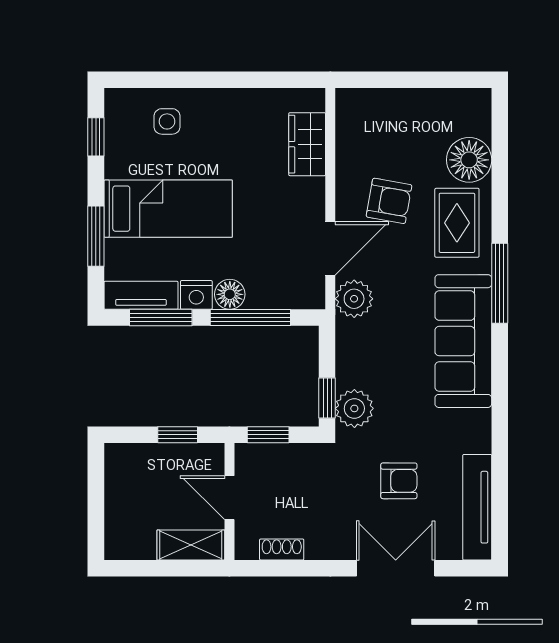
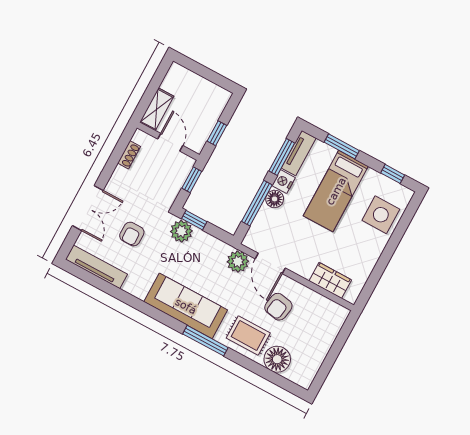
side table: (167, 121) -> (381, 215), width x1.87, depth x1.87
door: (229, 498) -> (170, 142), hinge flipped

